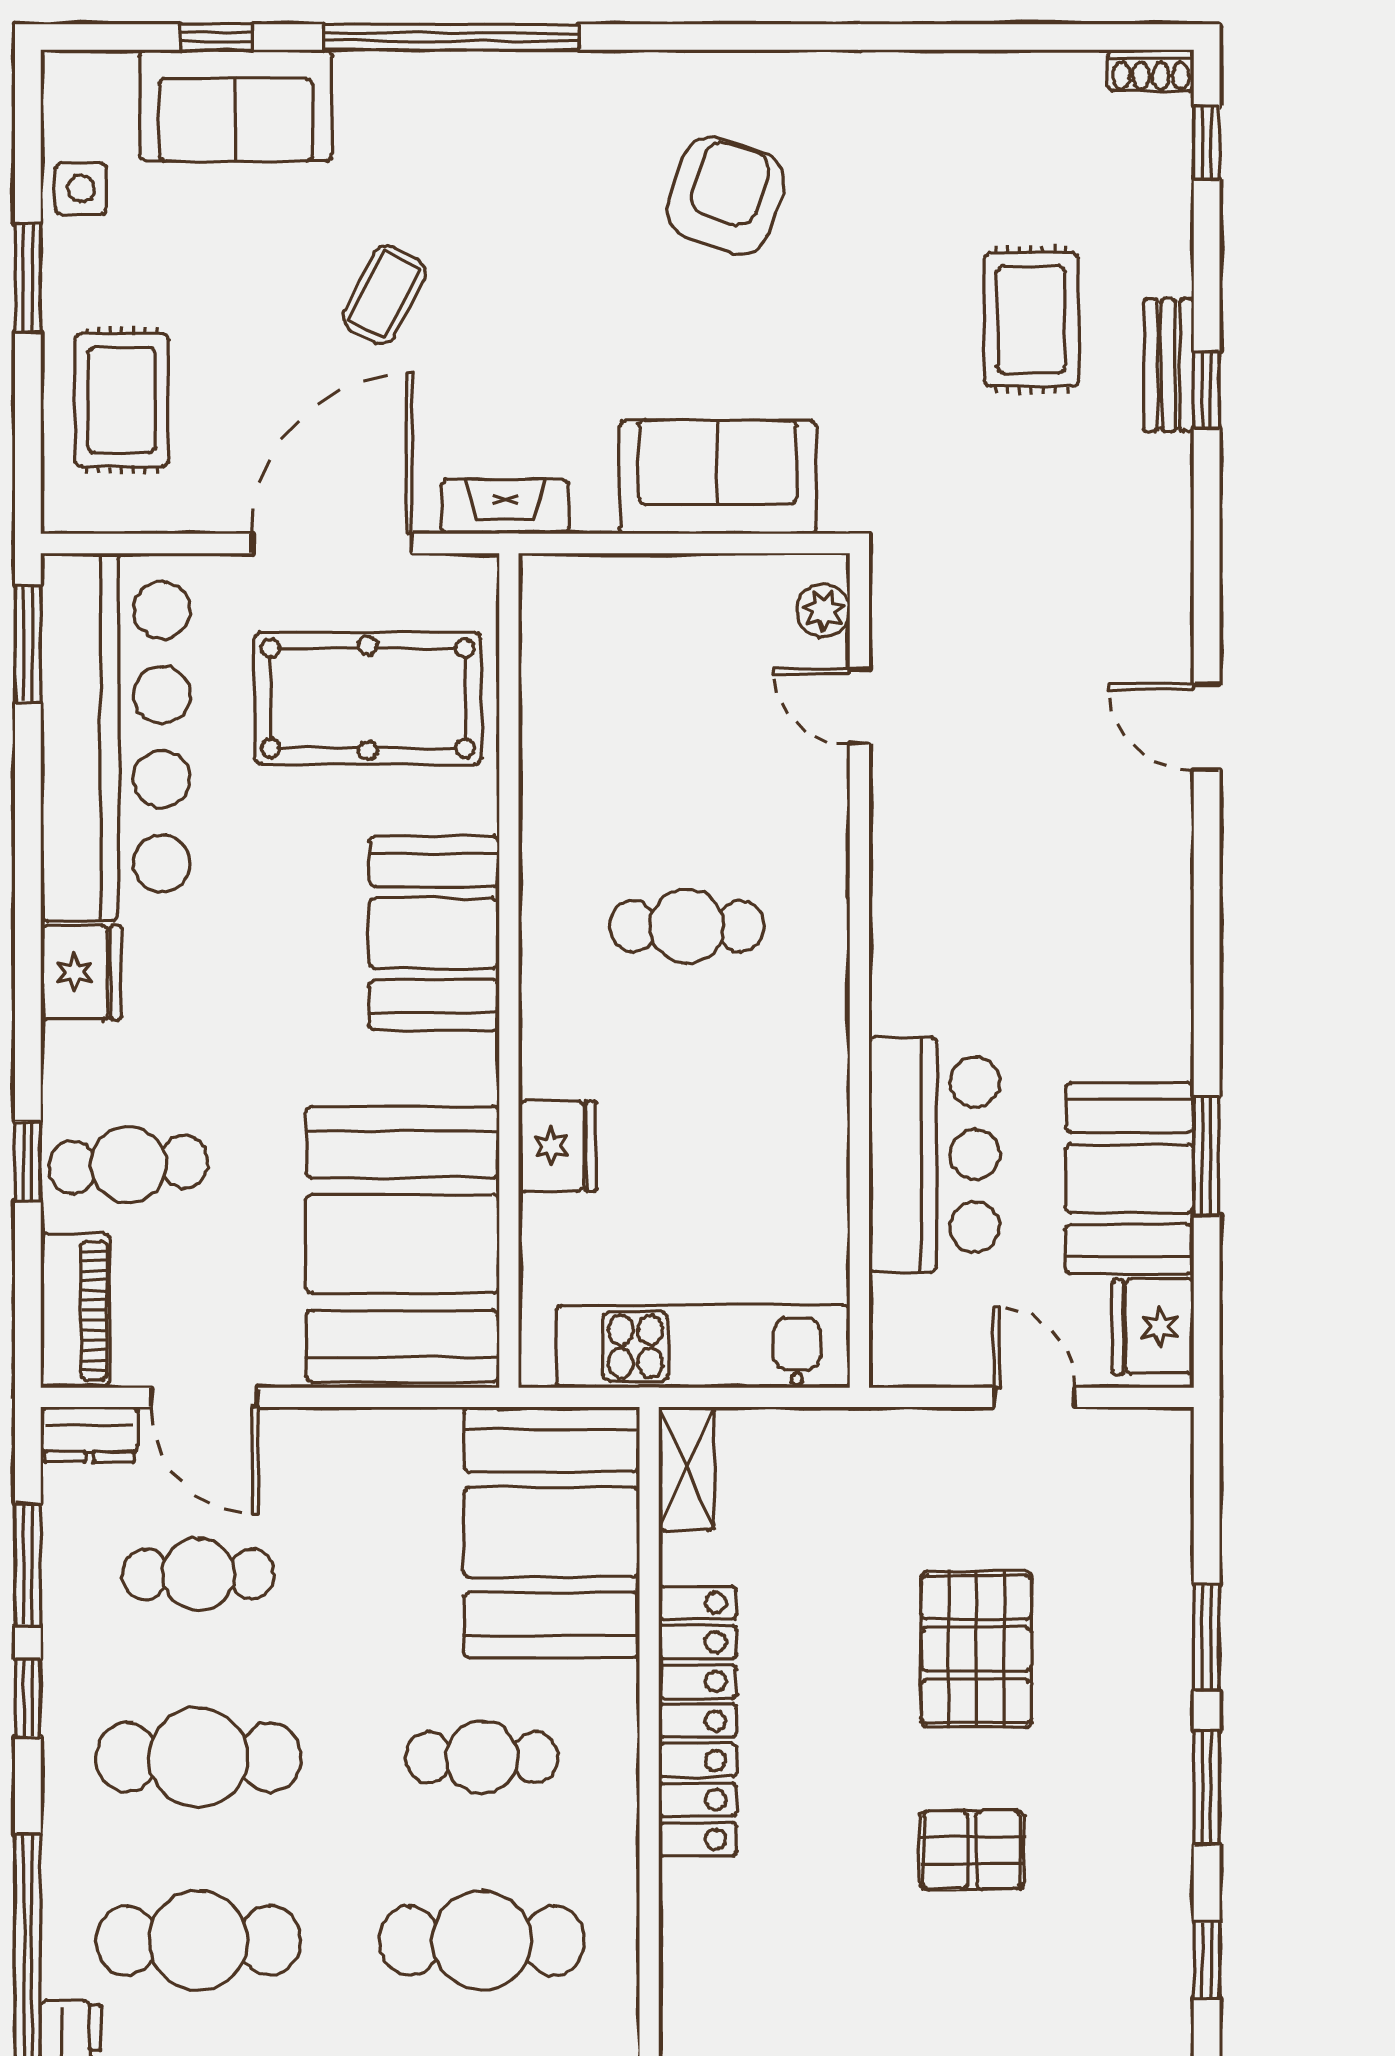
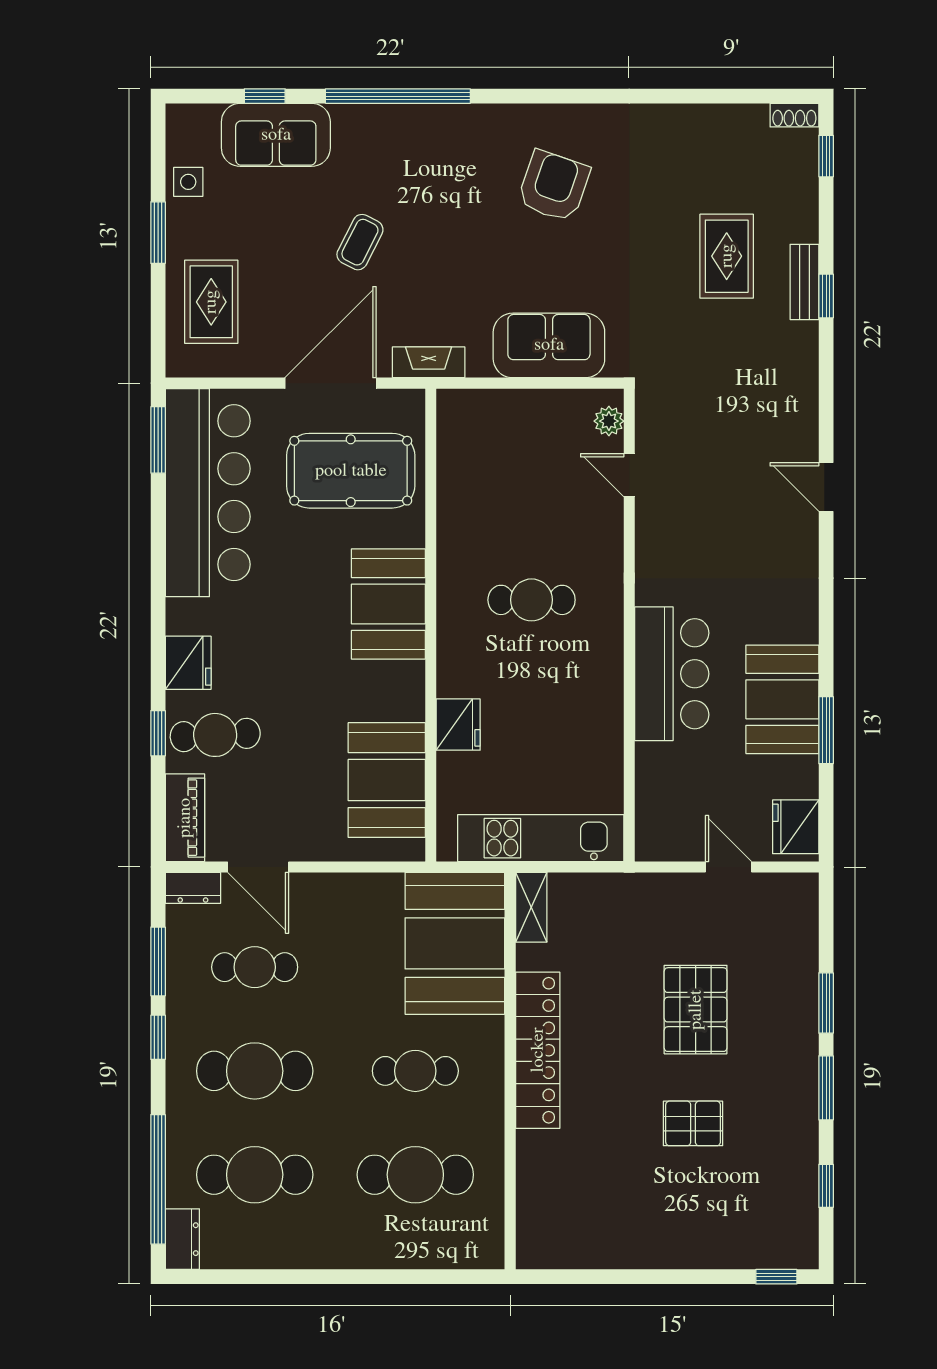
fridge: (81, 972) -> (188, 663), moved
bar counter: (934, 1155) -> (672, 674), moved
booth: (1130, 1178) -> (782, 699), moved
booth: (403, 1244) -> (387, 780), width x0.73, depth x0.70

